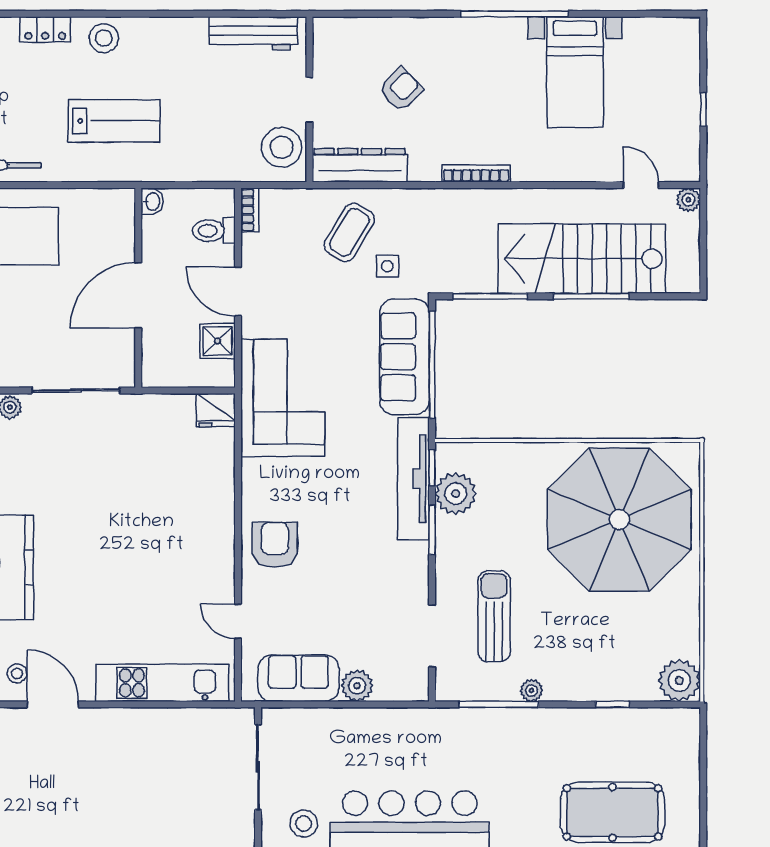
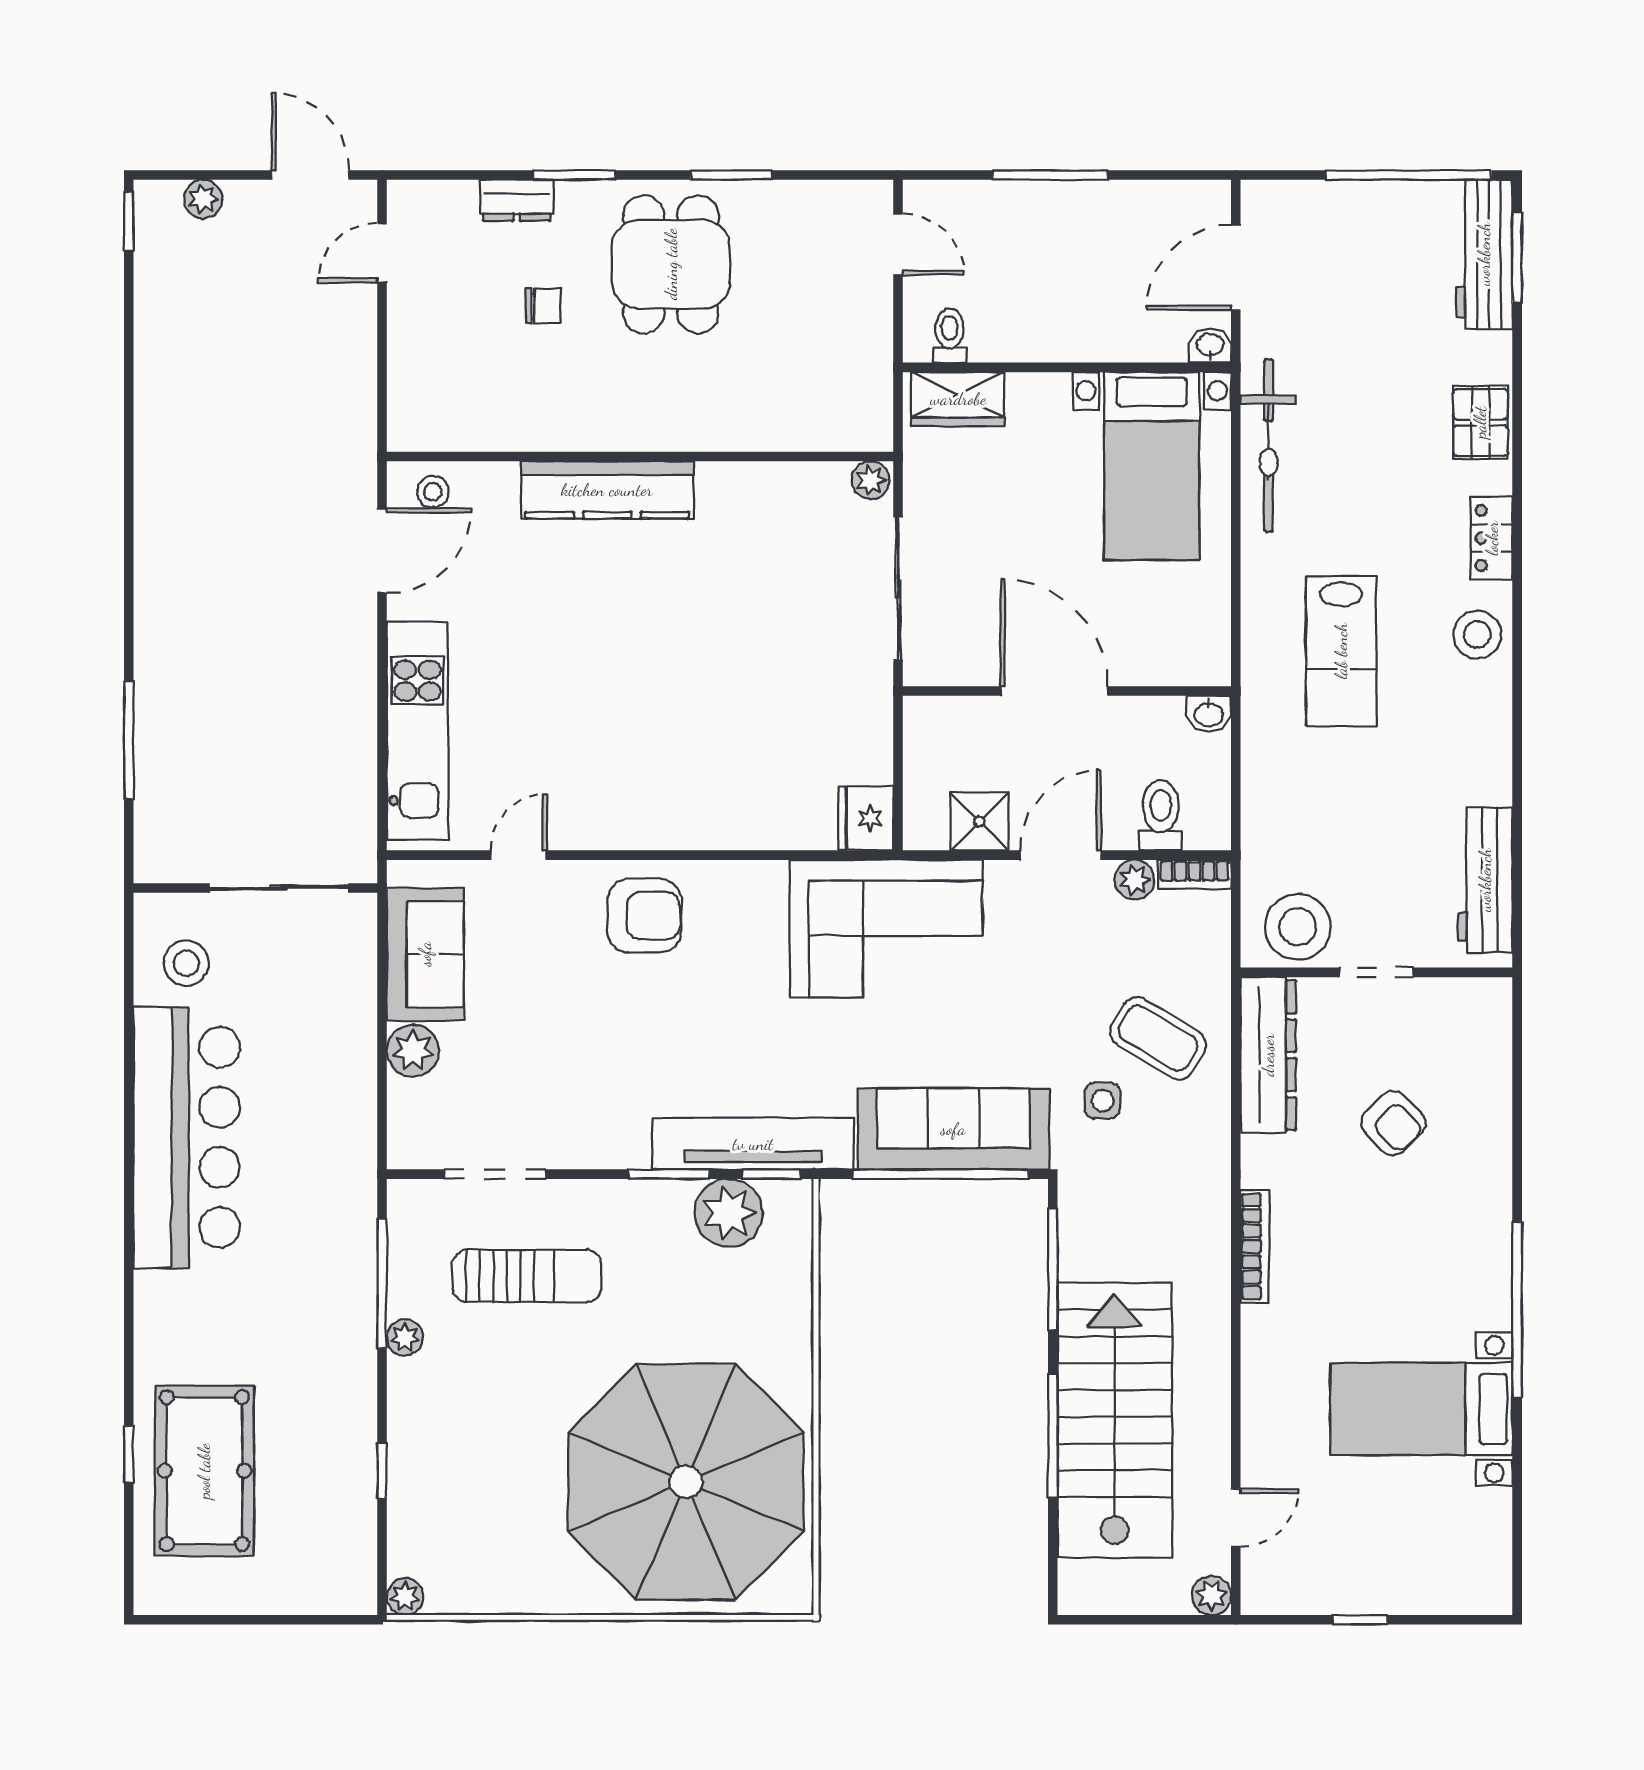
plant: (253, 247) -> (1135, 880), added
plant: (679, 681) -> (405, 1597), width x0.53, depth x0.53

